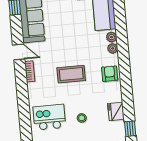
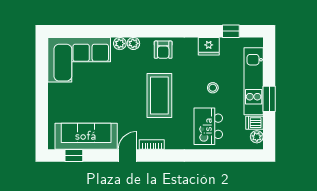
coffee table: (71, 74) -> (159, 96), width x1.36, depth x1.32
armchair: (110, 74) -> (163, 50), turned -90

